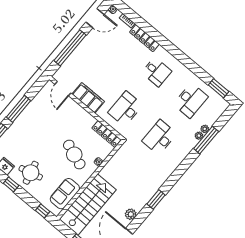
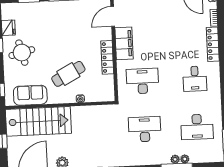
locker: (106, 134) -> (107, 57), moved
cafe table: (74, 155) -> (68, 74), turned 42

